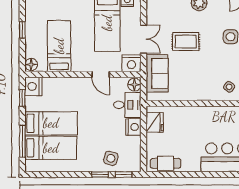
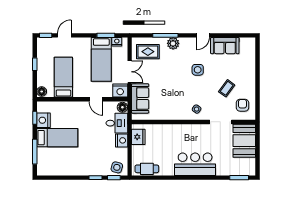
rug: (186, 42) -> (148, 52), moved
nightstand: (33, 86) -> (43, 120), moved
bed: (51, 148) -> (57, 157), removed
side table: (111, 158) -> (117, 167), moved

